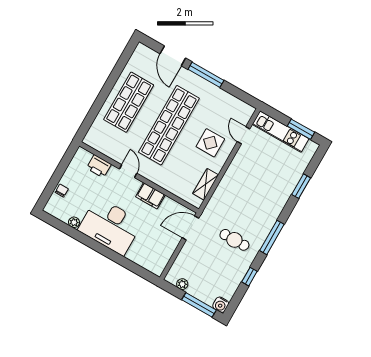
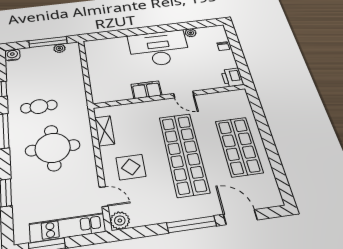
plant: (246, 111) -> (120, 221), added
printer: (99, 166) -> (232, 77), moved, turned -90
round table: (249, 198) -> (53, 148), added
door: (190, 228) -> (88, 90), removed
window: (199, 305) -> (48, 42), moved

